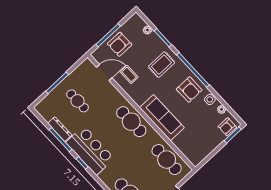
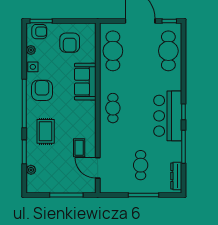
armchair: (120, 44) -> (70, 43), moved, turned 90
rug: (162, 65) -> (46, 131), turned 90
sofa: (162, 118) -> (85, 82), width x0.73
cafe table: (131, 122) -> (113, 108), width x0.73, depth x0.74
dresser: (60, 129) -> (176, 176), moved

